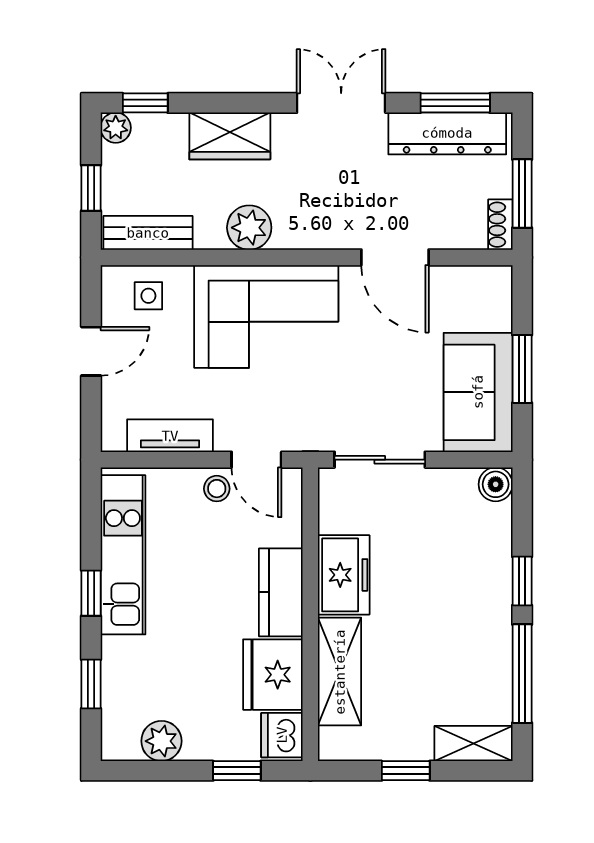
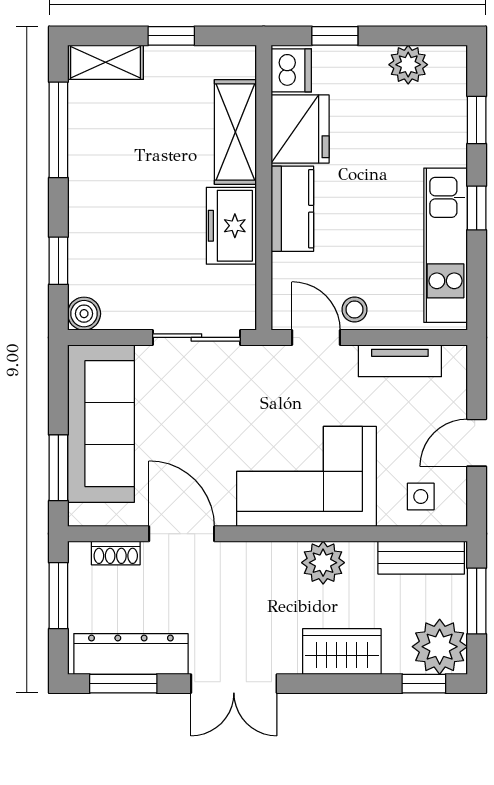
plant: (116, 128) -> (440, 647), width x1.88, depth x1.88
window: (91, 188) -> (477, 601), width x1.50
shoe rack: (500, 225) -> (116, 553), moved, turned 90
window: (522, 369) -> (58, 468), moved
sofa: (478, 392) -> (101, 424), width x1.36
window: (522, 581) -> (58, 261), moved

